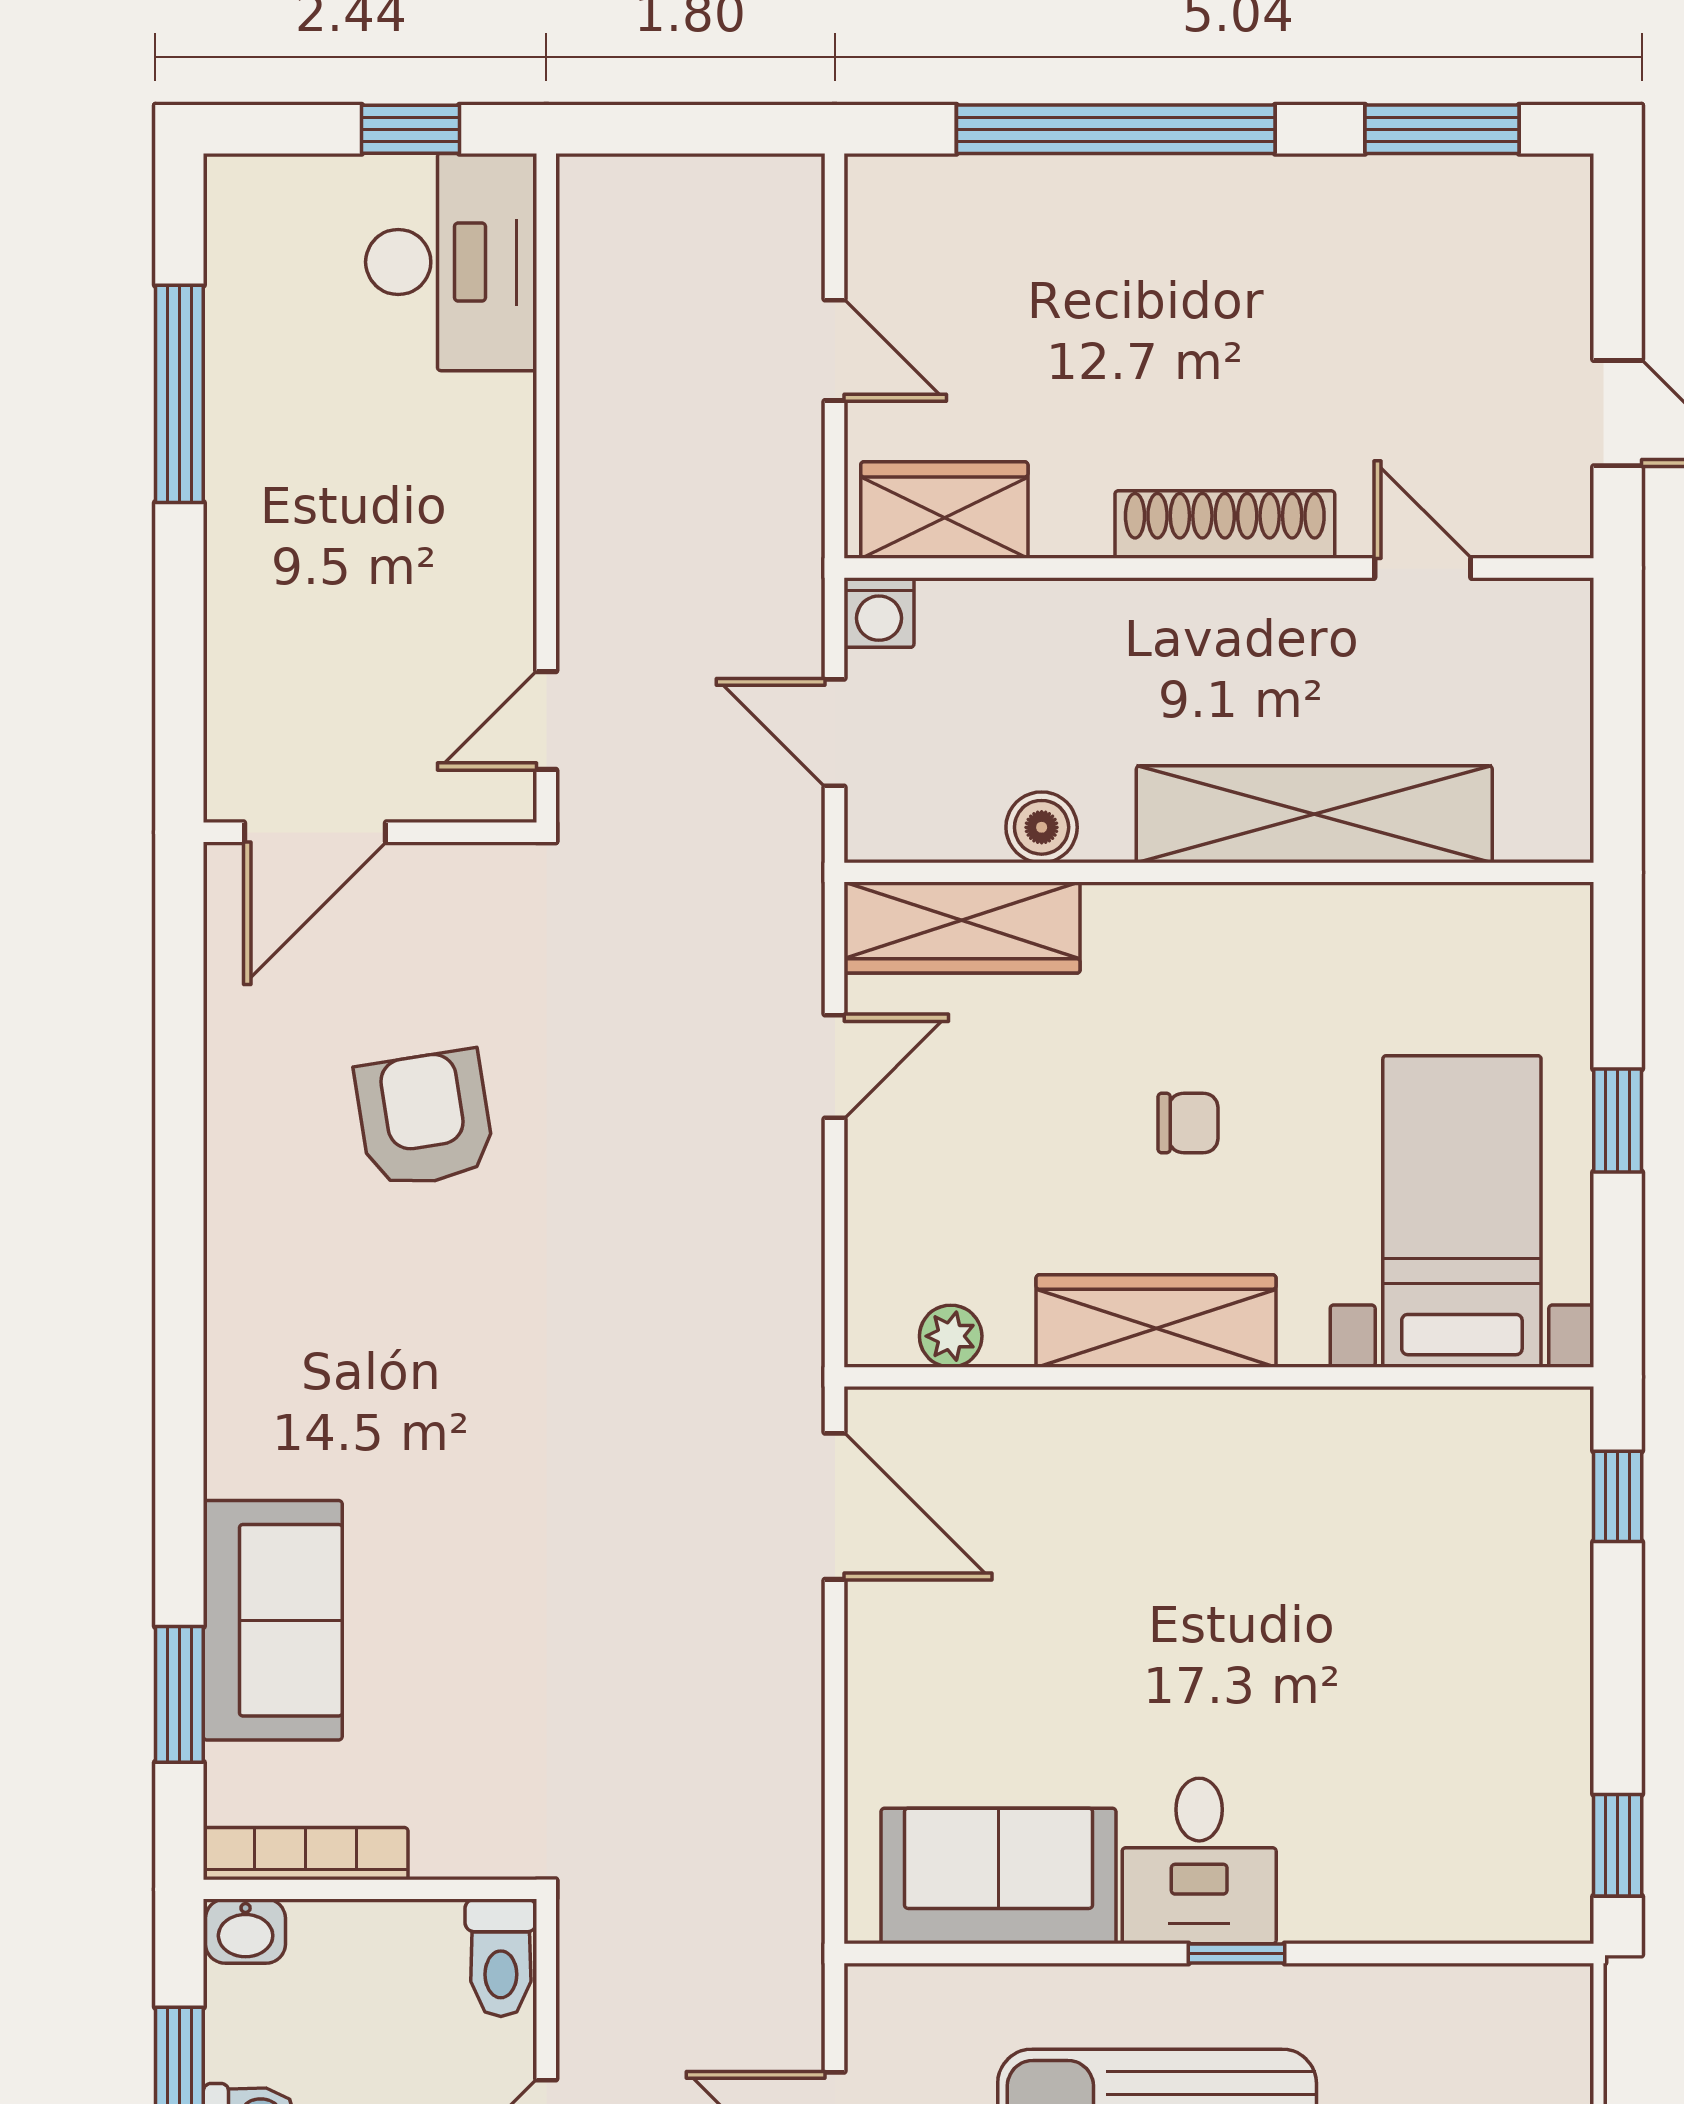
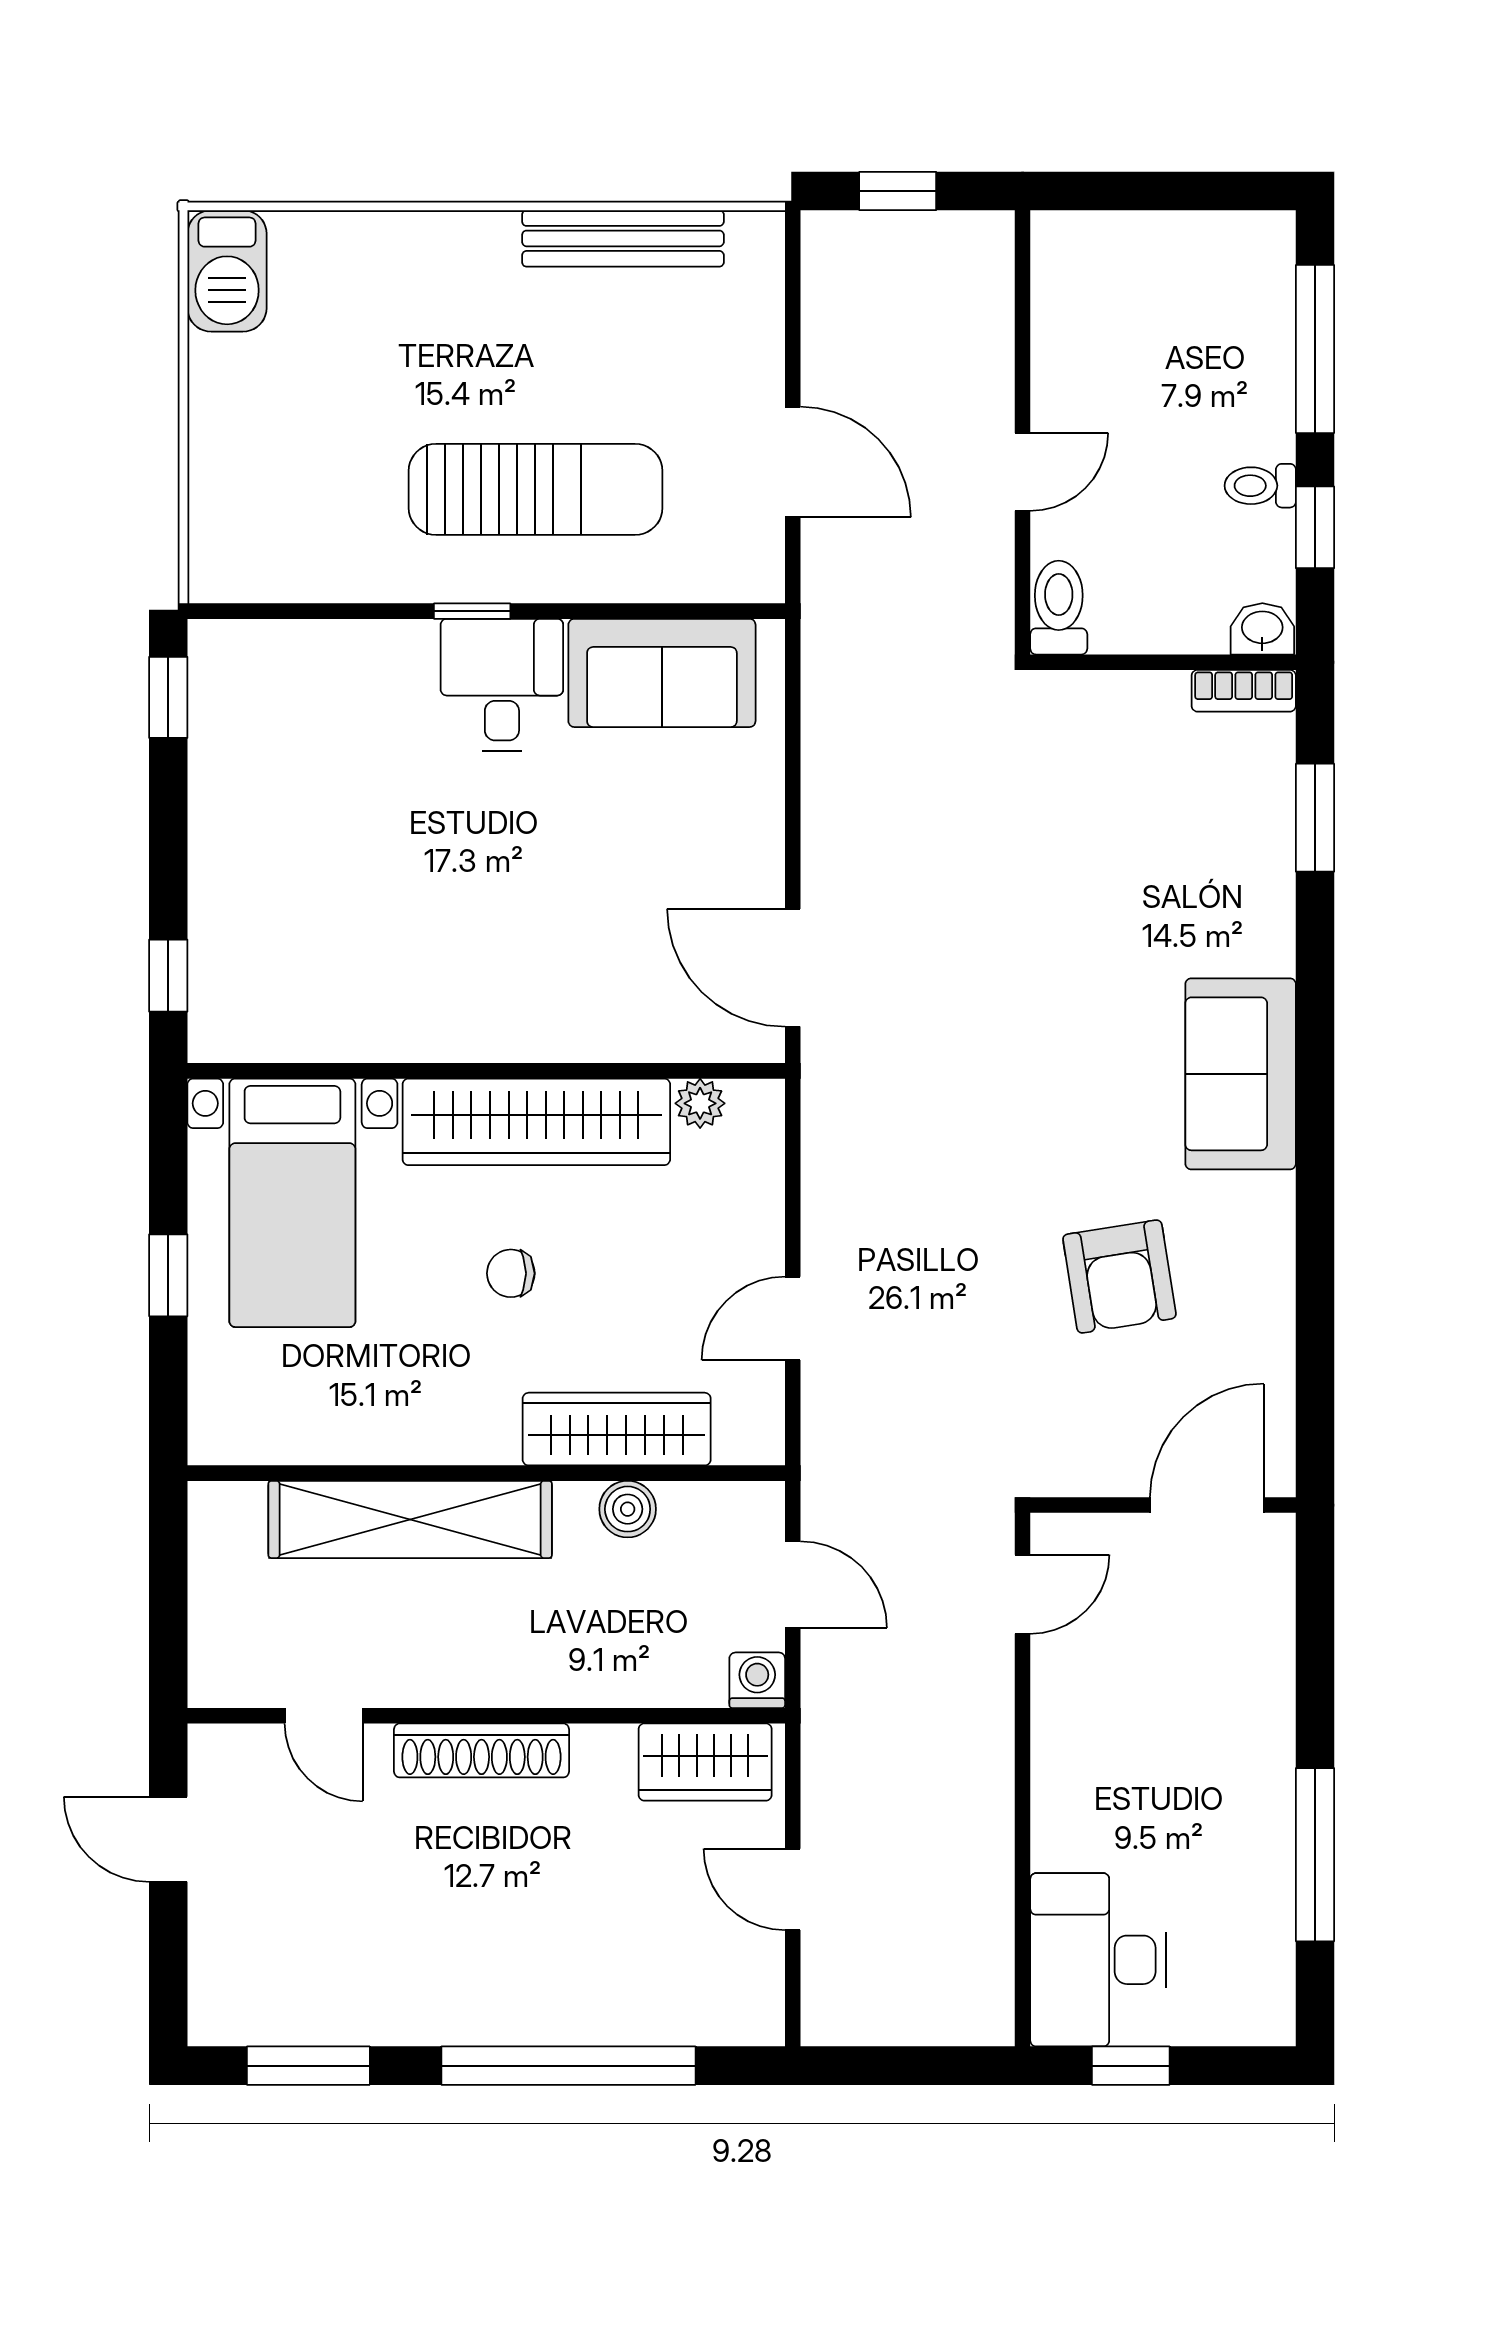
wardrobe: (962, 928) -> (617, 1429), moved
wardrobe: (1156, 1321) -> (536, 1122), width x1.40, depth x1.17
sofa: (273, 1620) -> (1241, 1074), moved
bookcase: (306, 1854) -> (1244, 691), width x0.64

